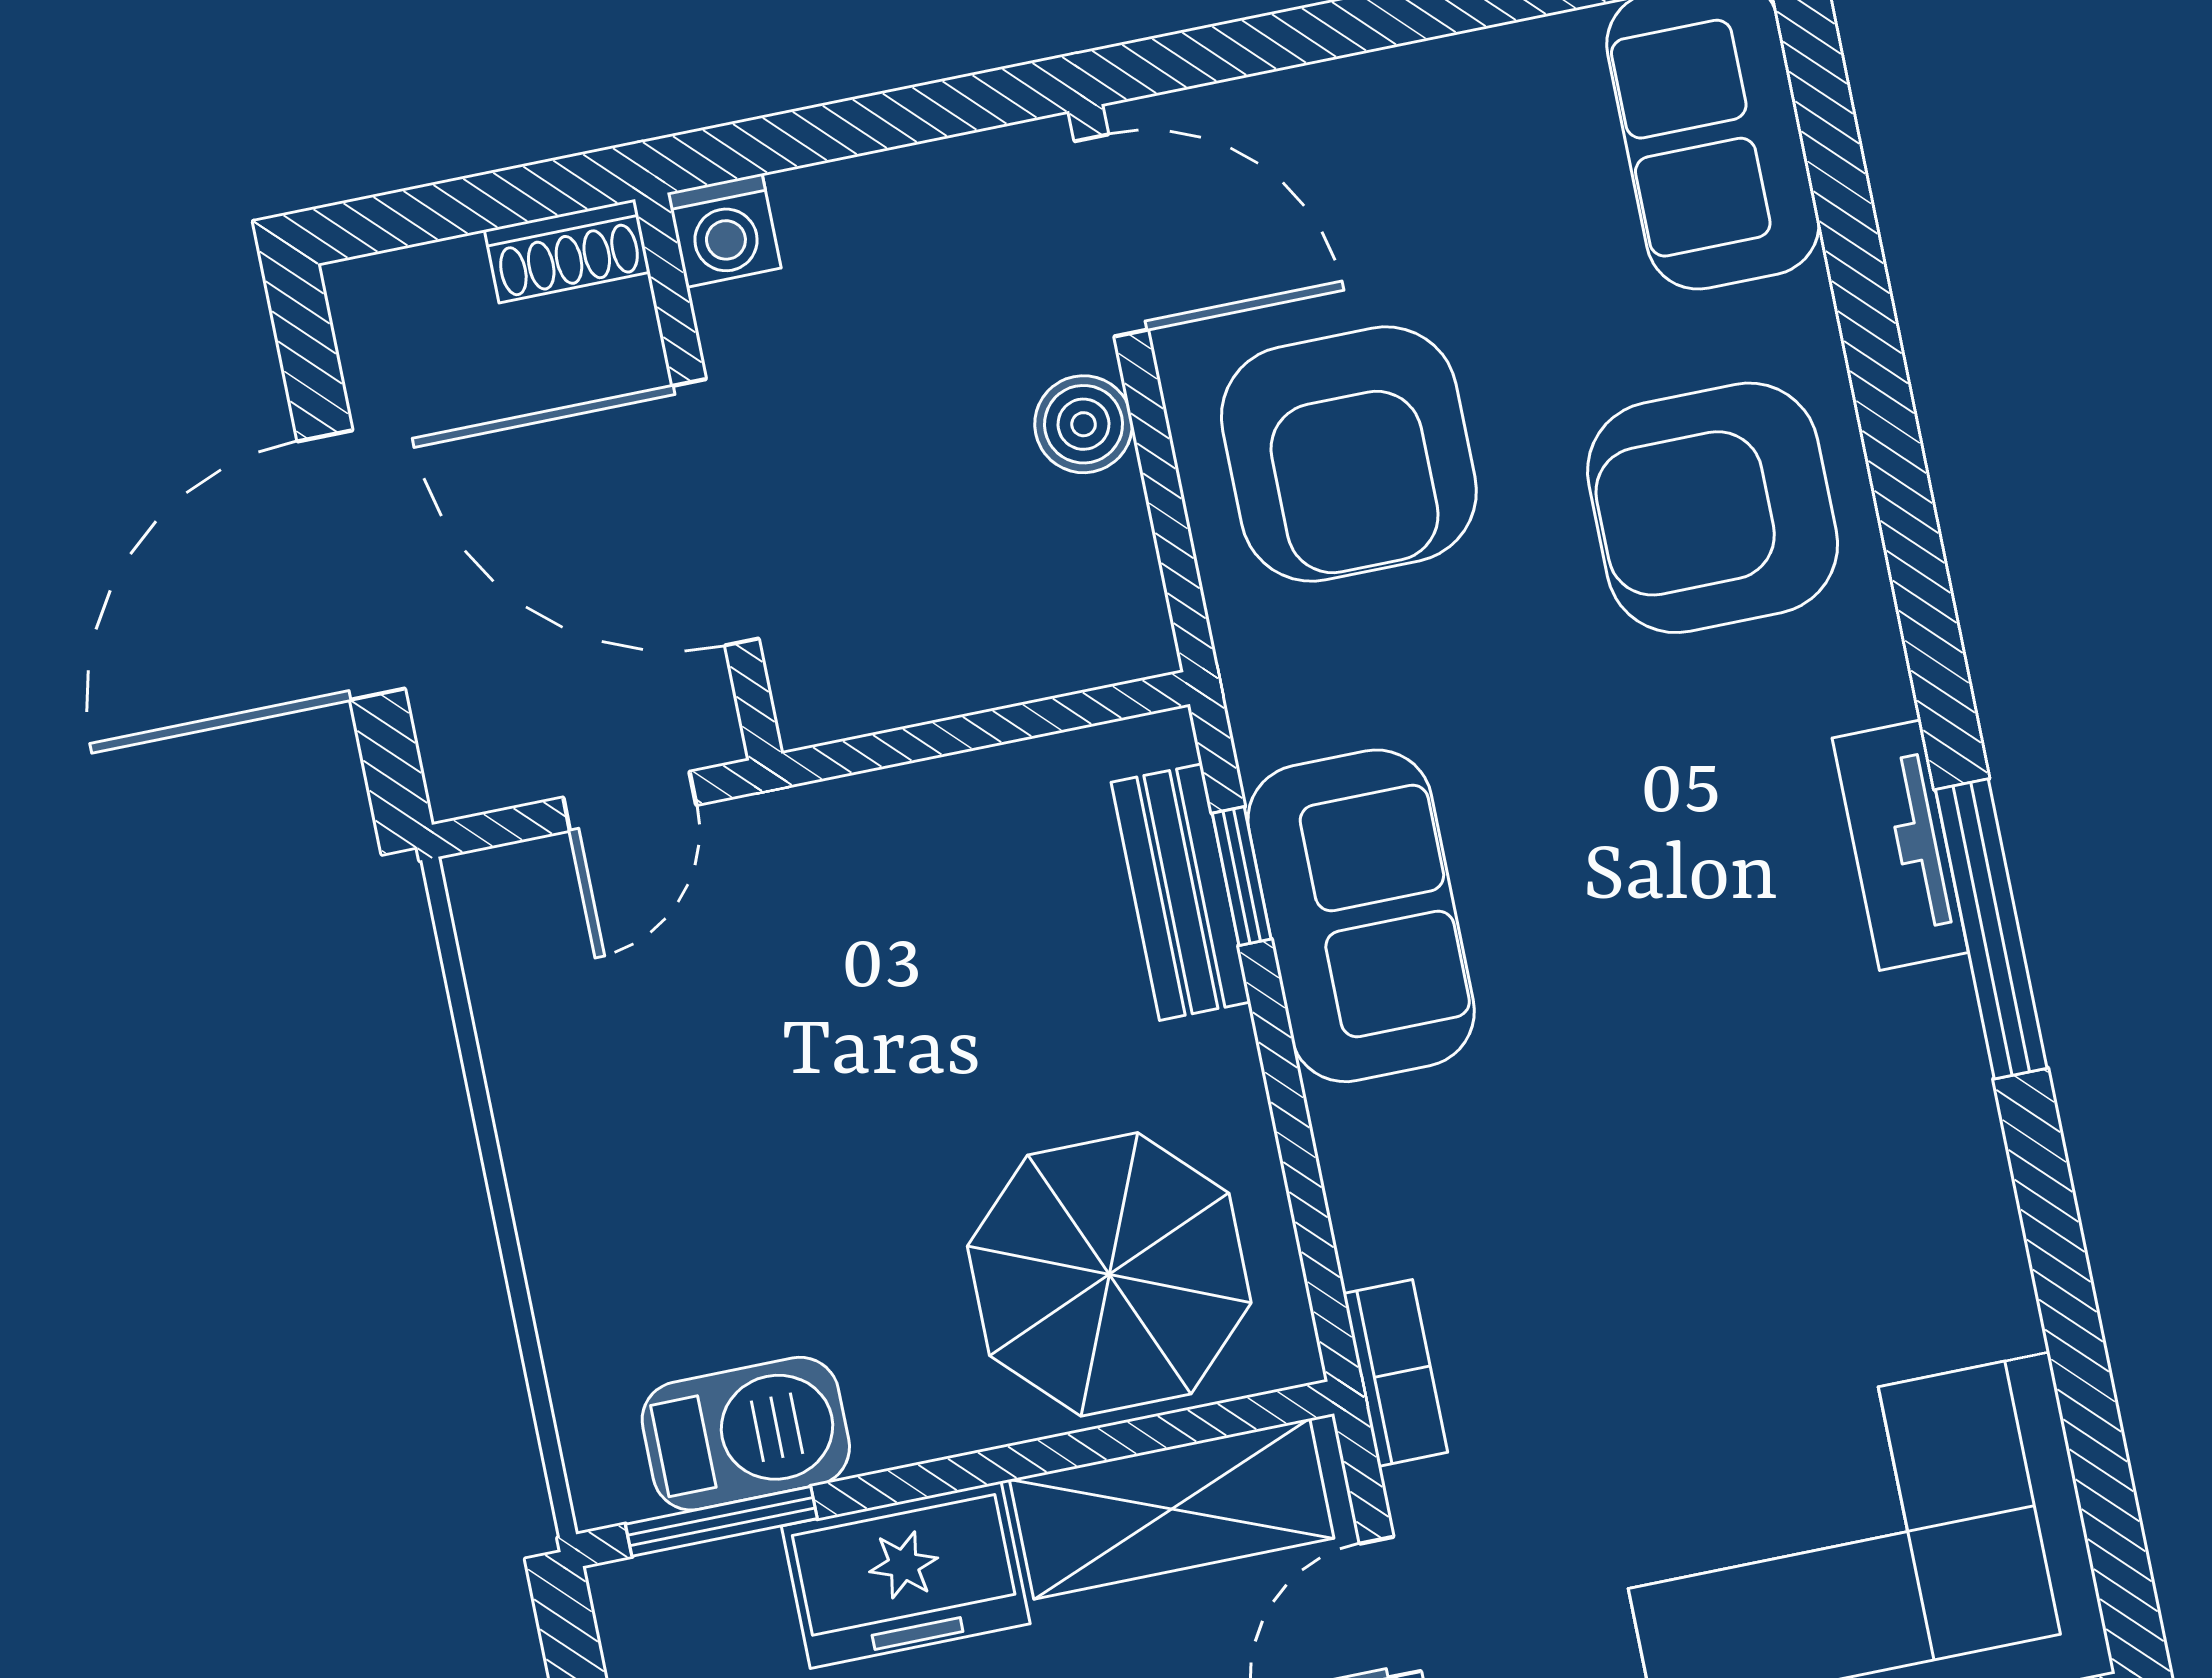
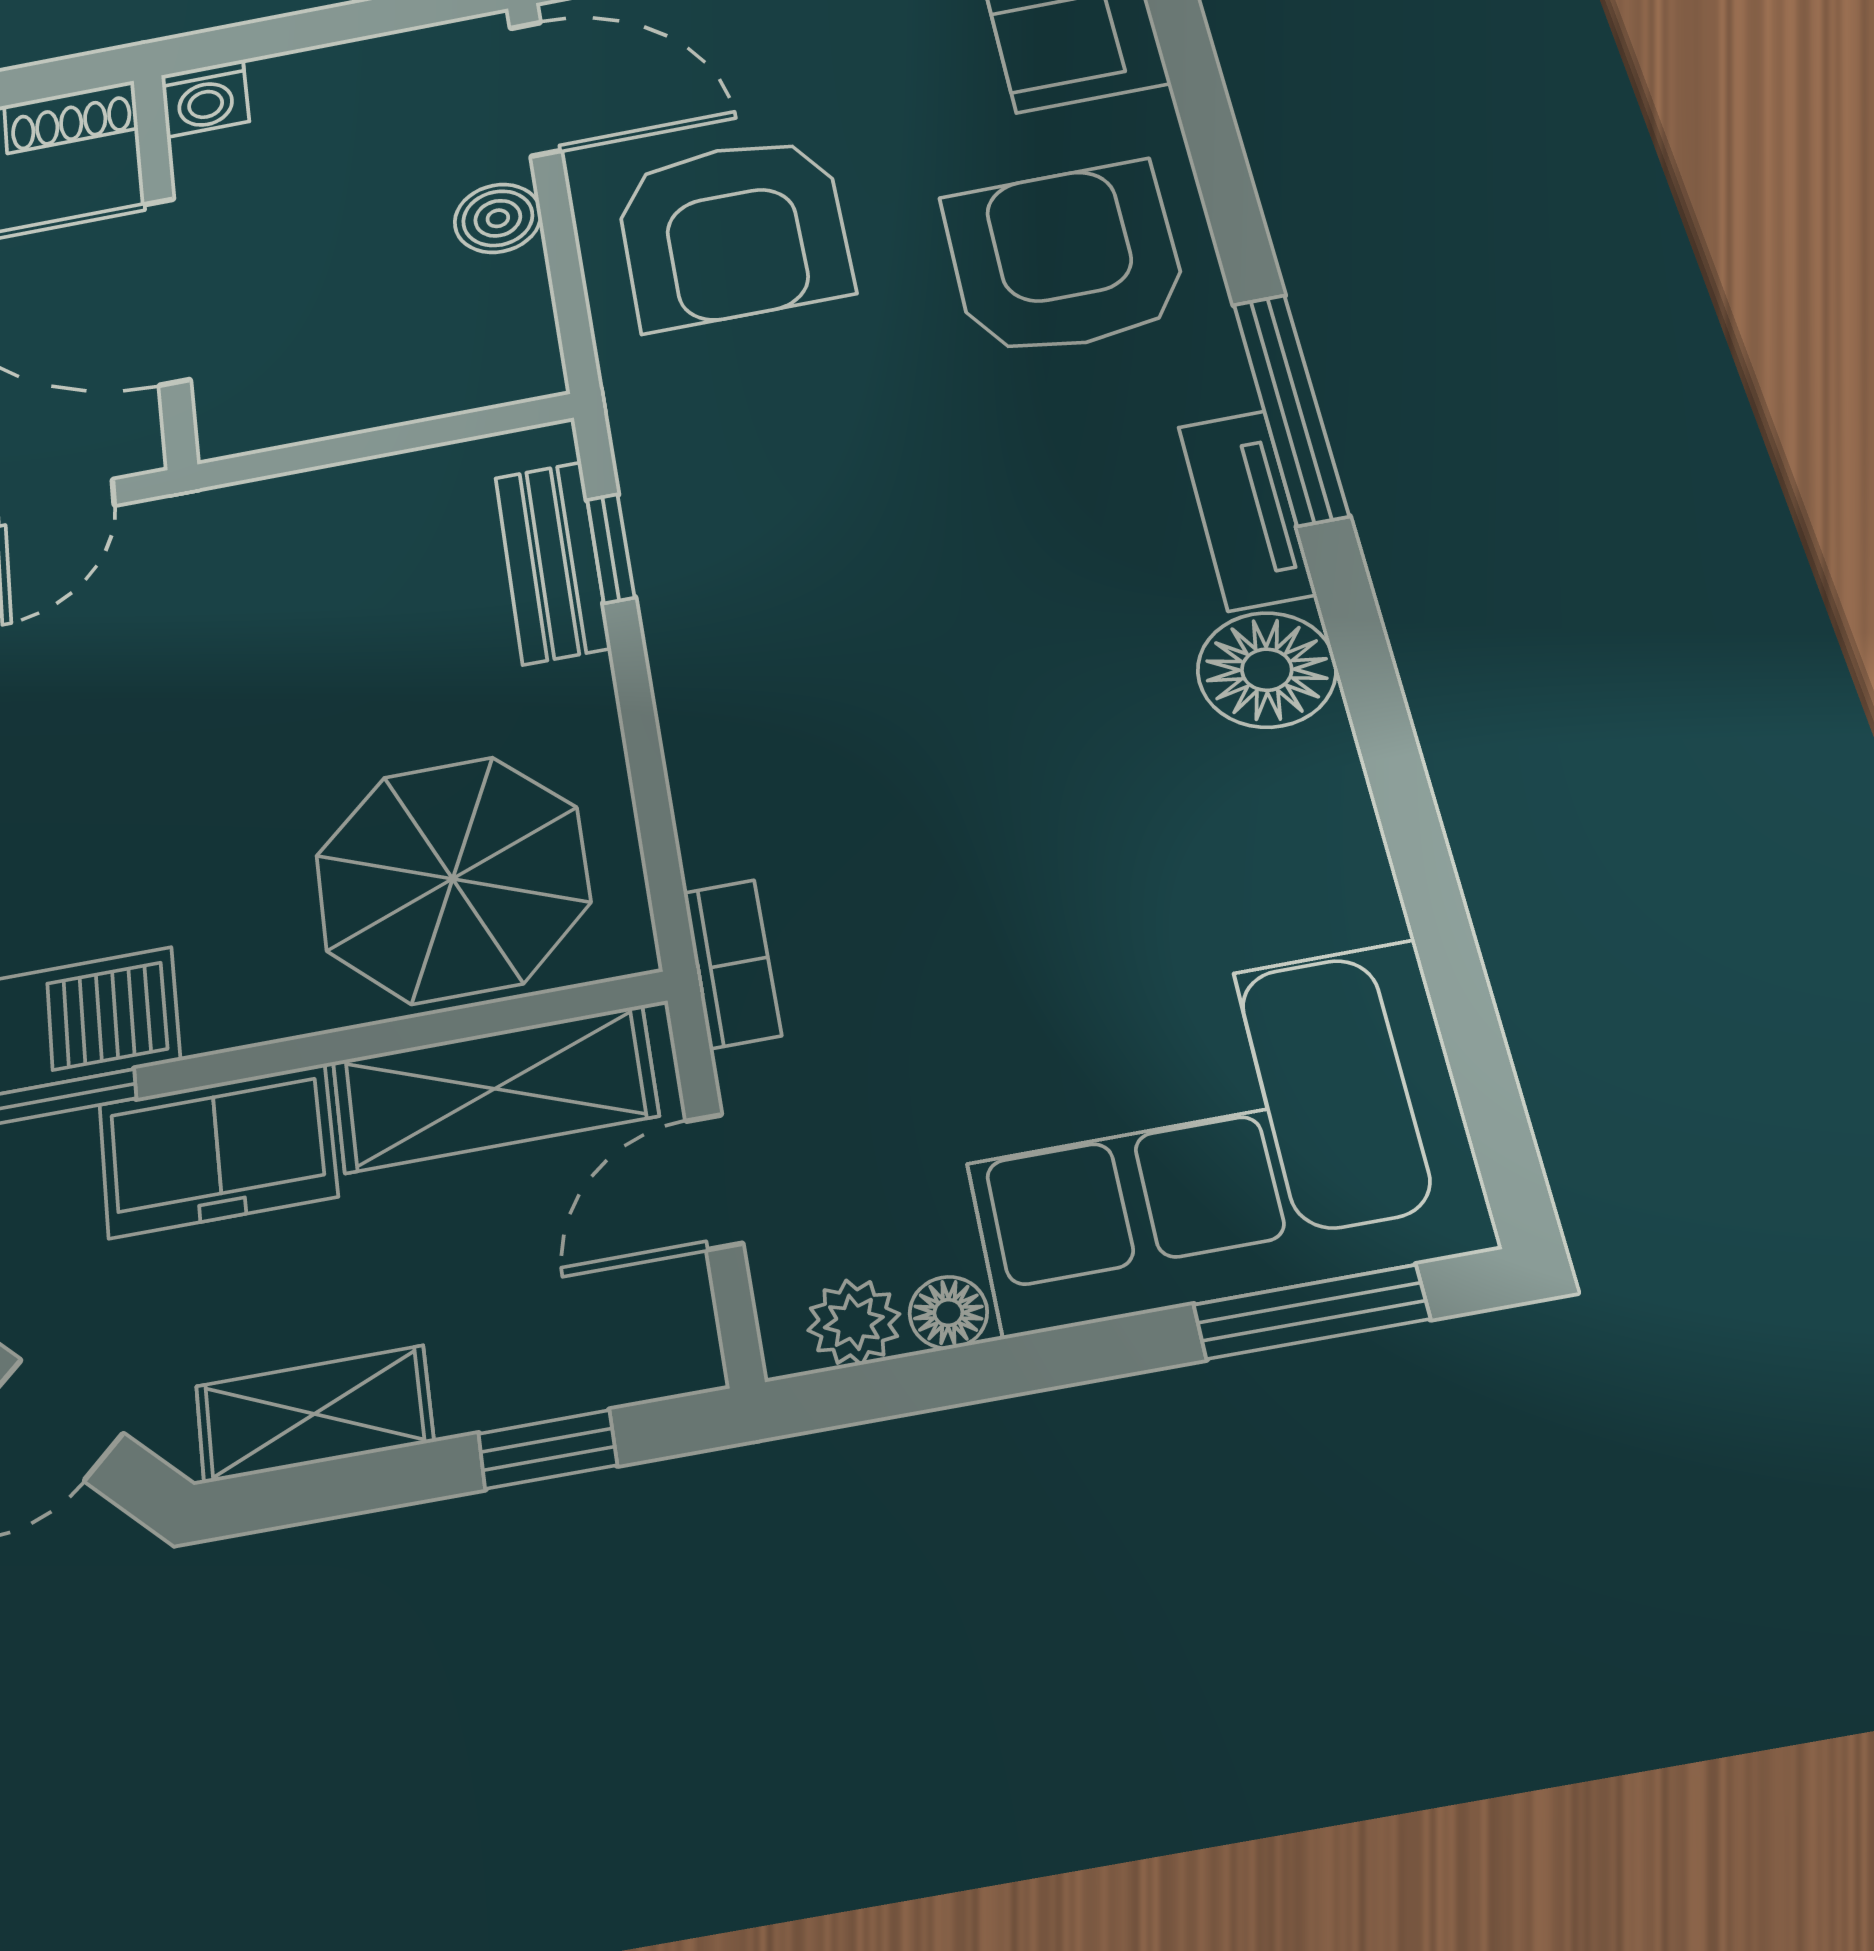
armchair: (1713, 508) -> (1065, 259), turned 90
sofa: (1361, 916) -> (722, 577), removed
window: (1991, 929) -> (1291, 409), moved
floor lamp: (1917, 1041) -> (1267, 670), added

